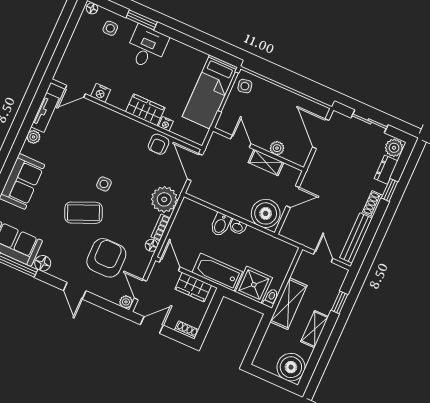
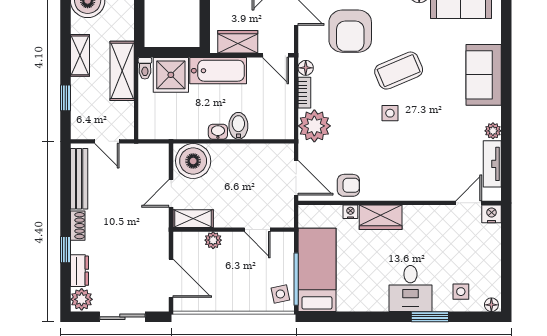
nightstand: (101, 93) -> (492, 214), moved
armchair: (159, 144) -> (348, 185), turned 90
shelving: (266, 162) -> (193, 219), moved

